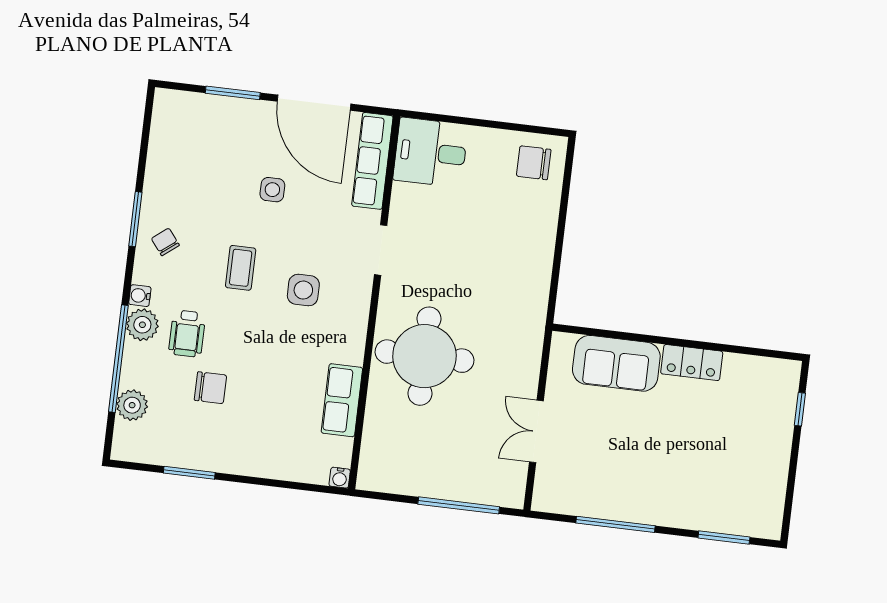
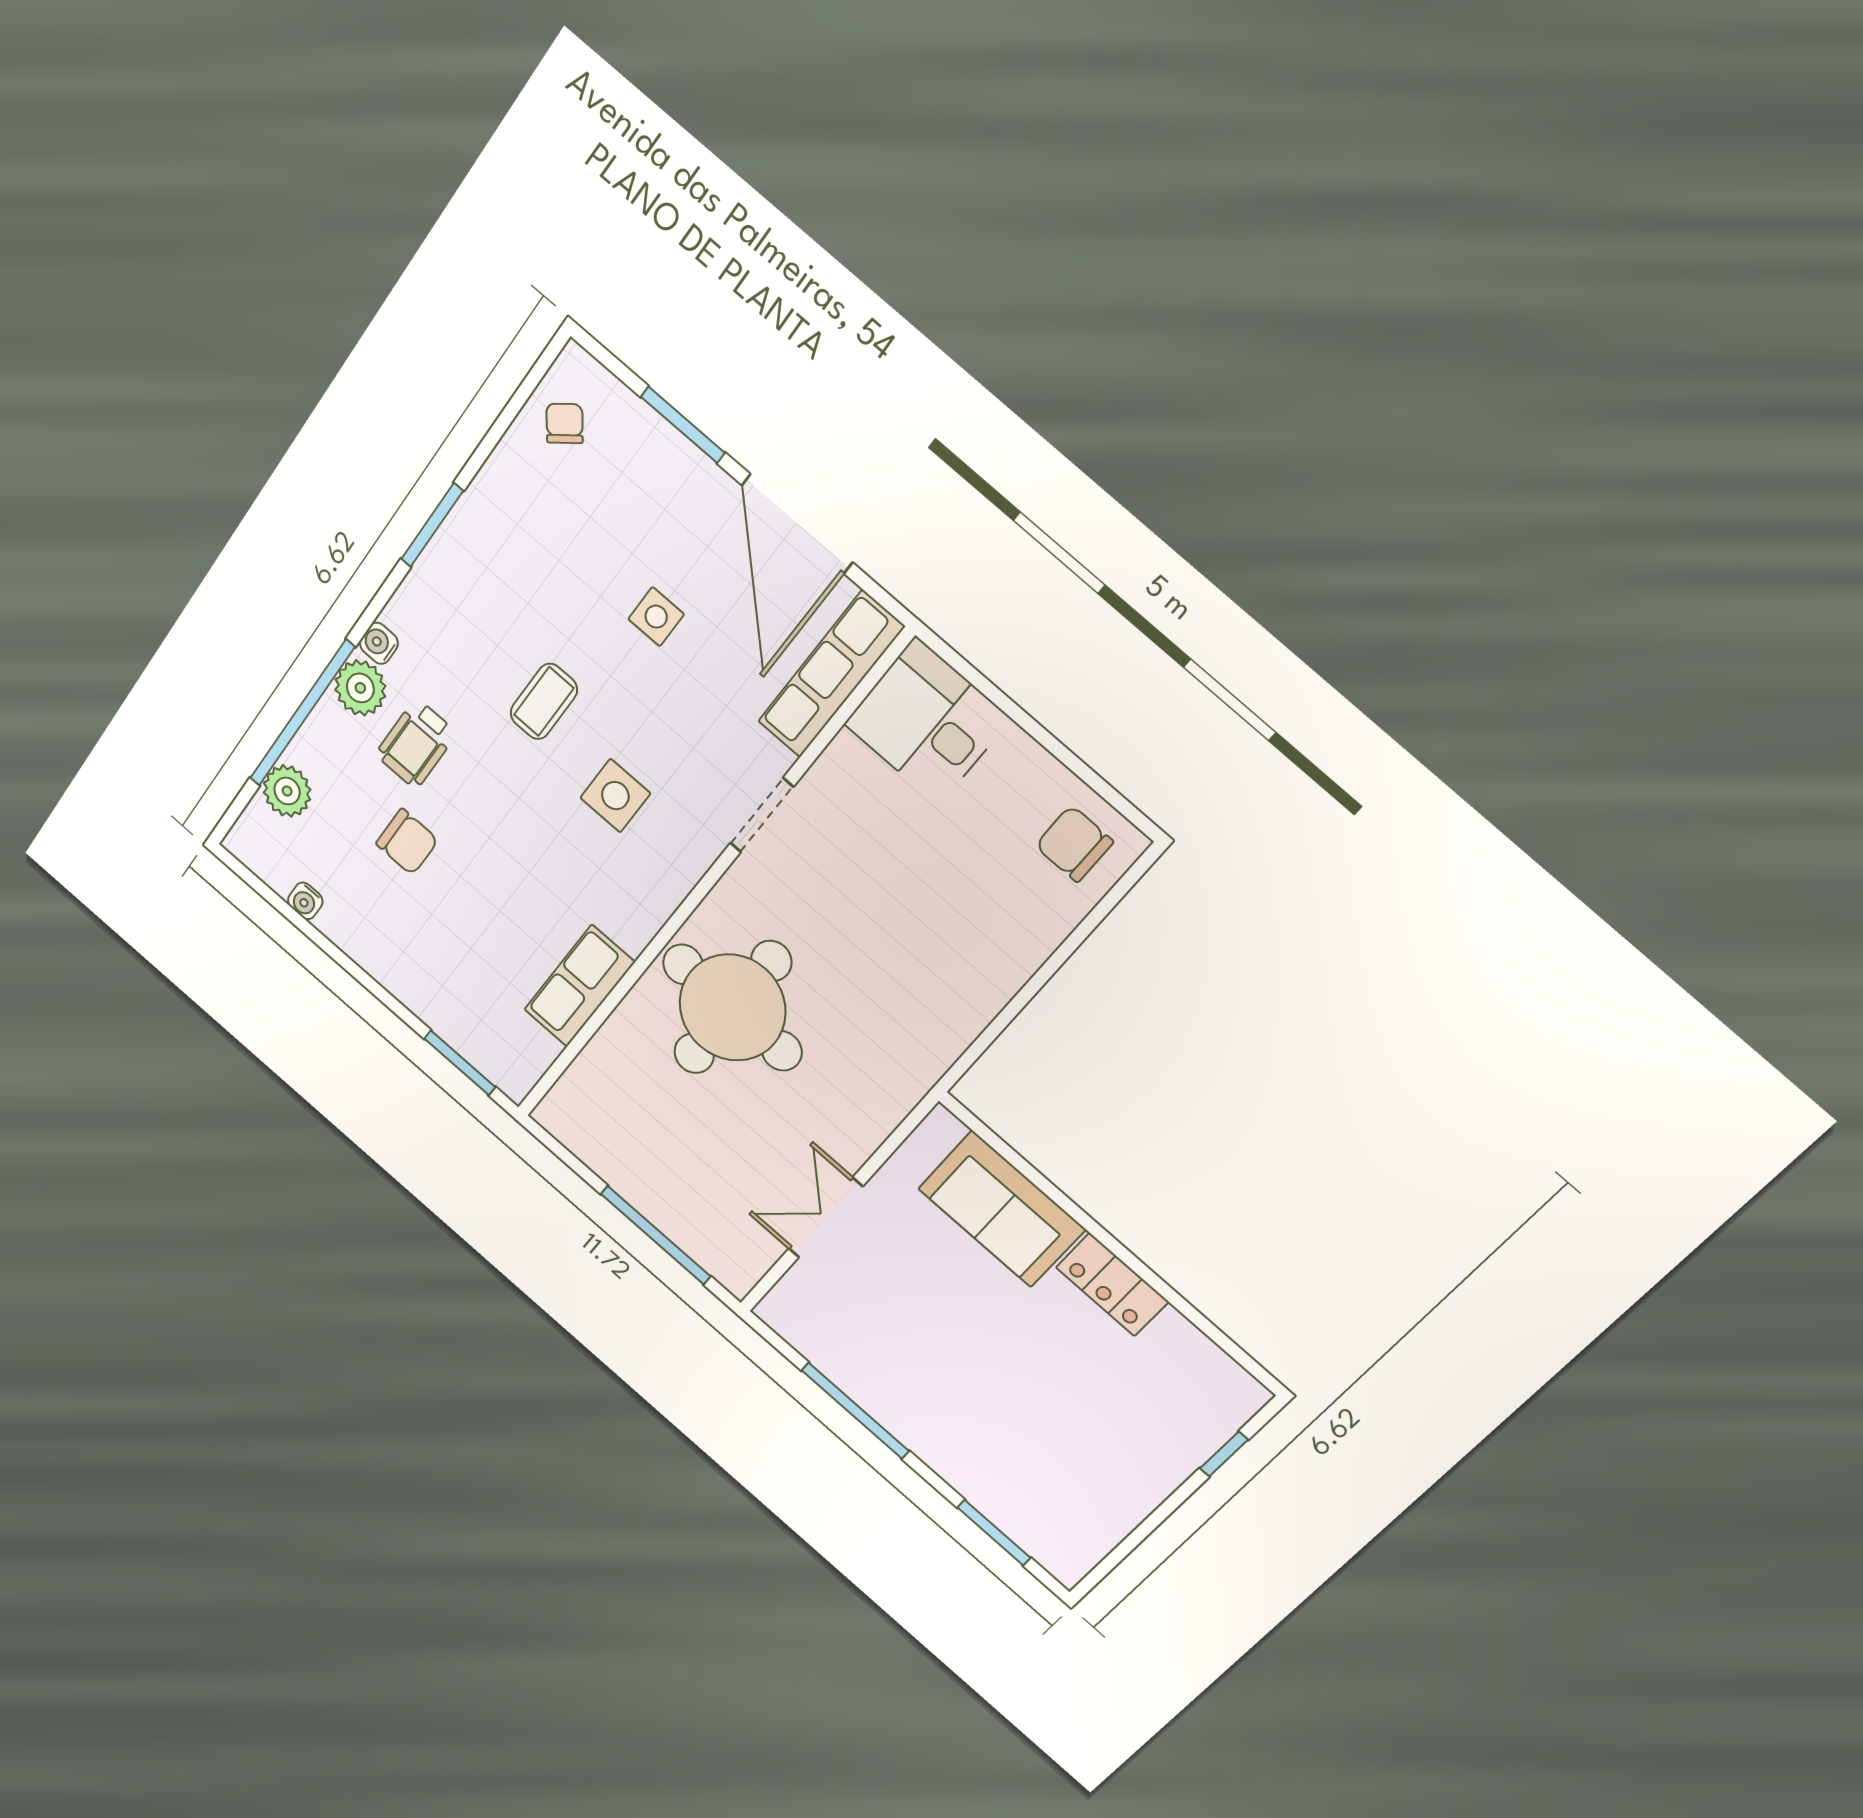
chair: (165, 242) -> (565, 423), moved
window: (189, 473) -> (460, 1063), moved
water cooler: (340, 478) -> (305, 901), moved

